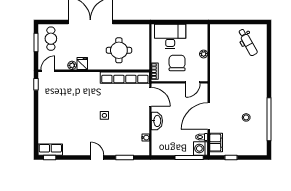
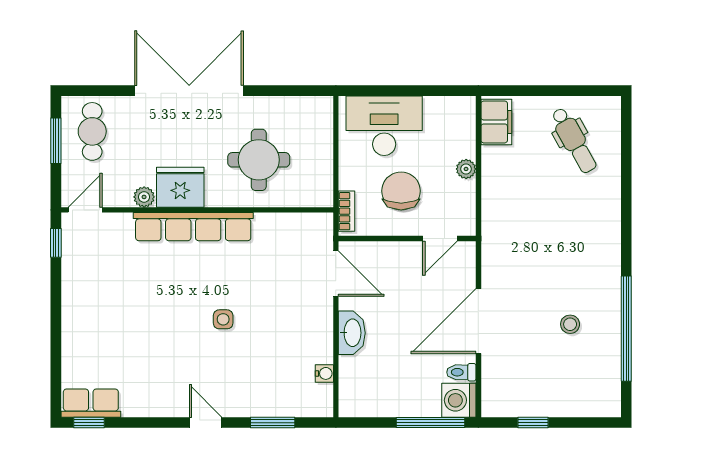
fridge: (82, 64) -> (180, 187), width x1.88, depth x1.34
row of seats: (125, 78) -> (193, 227), moved
filing cabinet: (216, 143) -> (496, 122), moved

